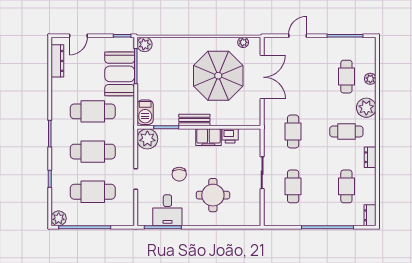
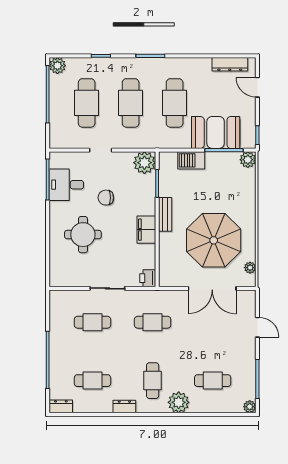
plant: (370, 79) -> (250, 407), moved
barbecue: (145, 112) -> (191, 160), moved
printer: (230, 136) -> (148, 278), moved

